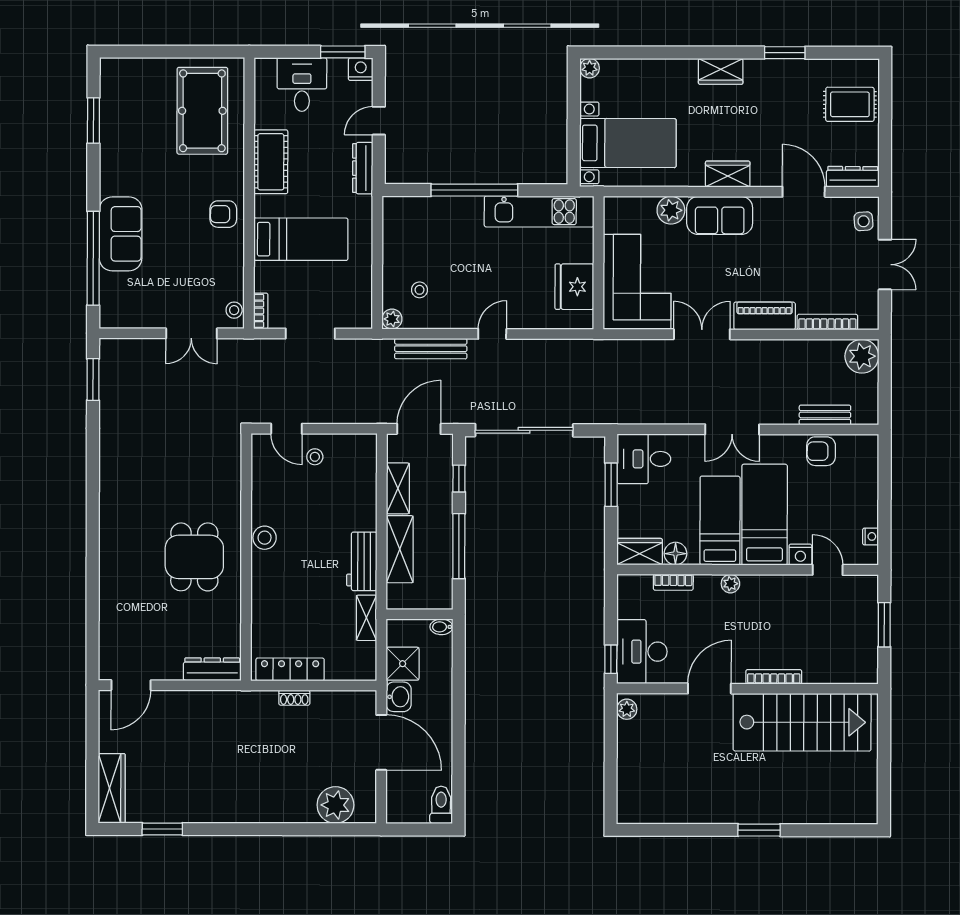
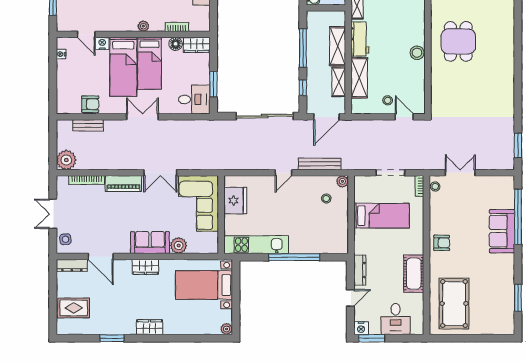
bed: (301, 239) -> (382, 216), moved, turned 180
shelving: (363, 495) -> (359, 78), added

